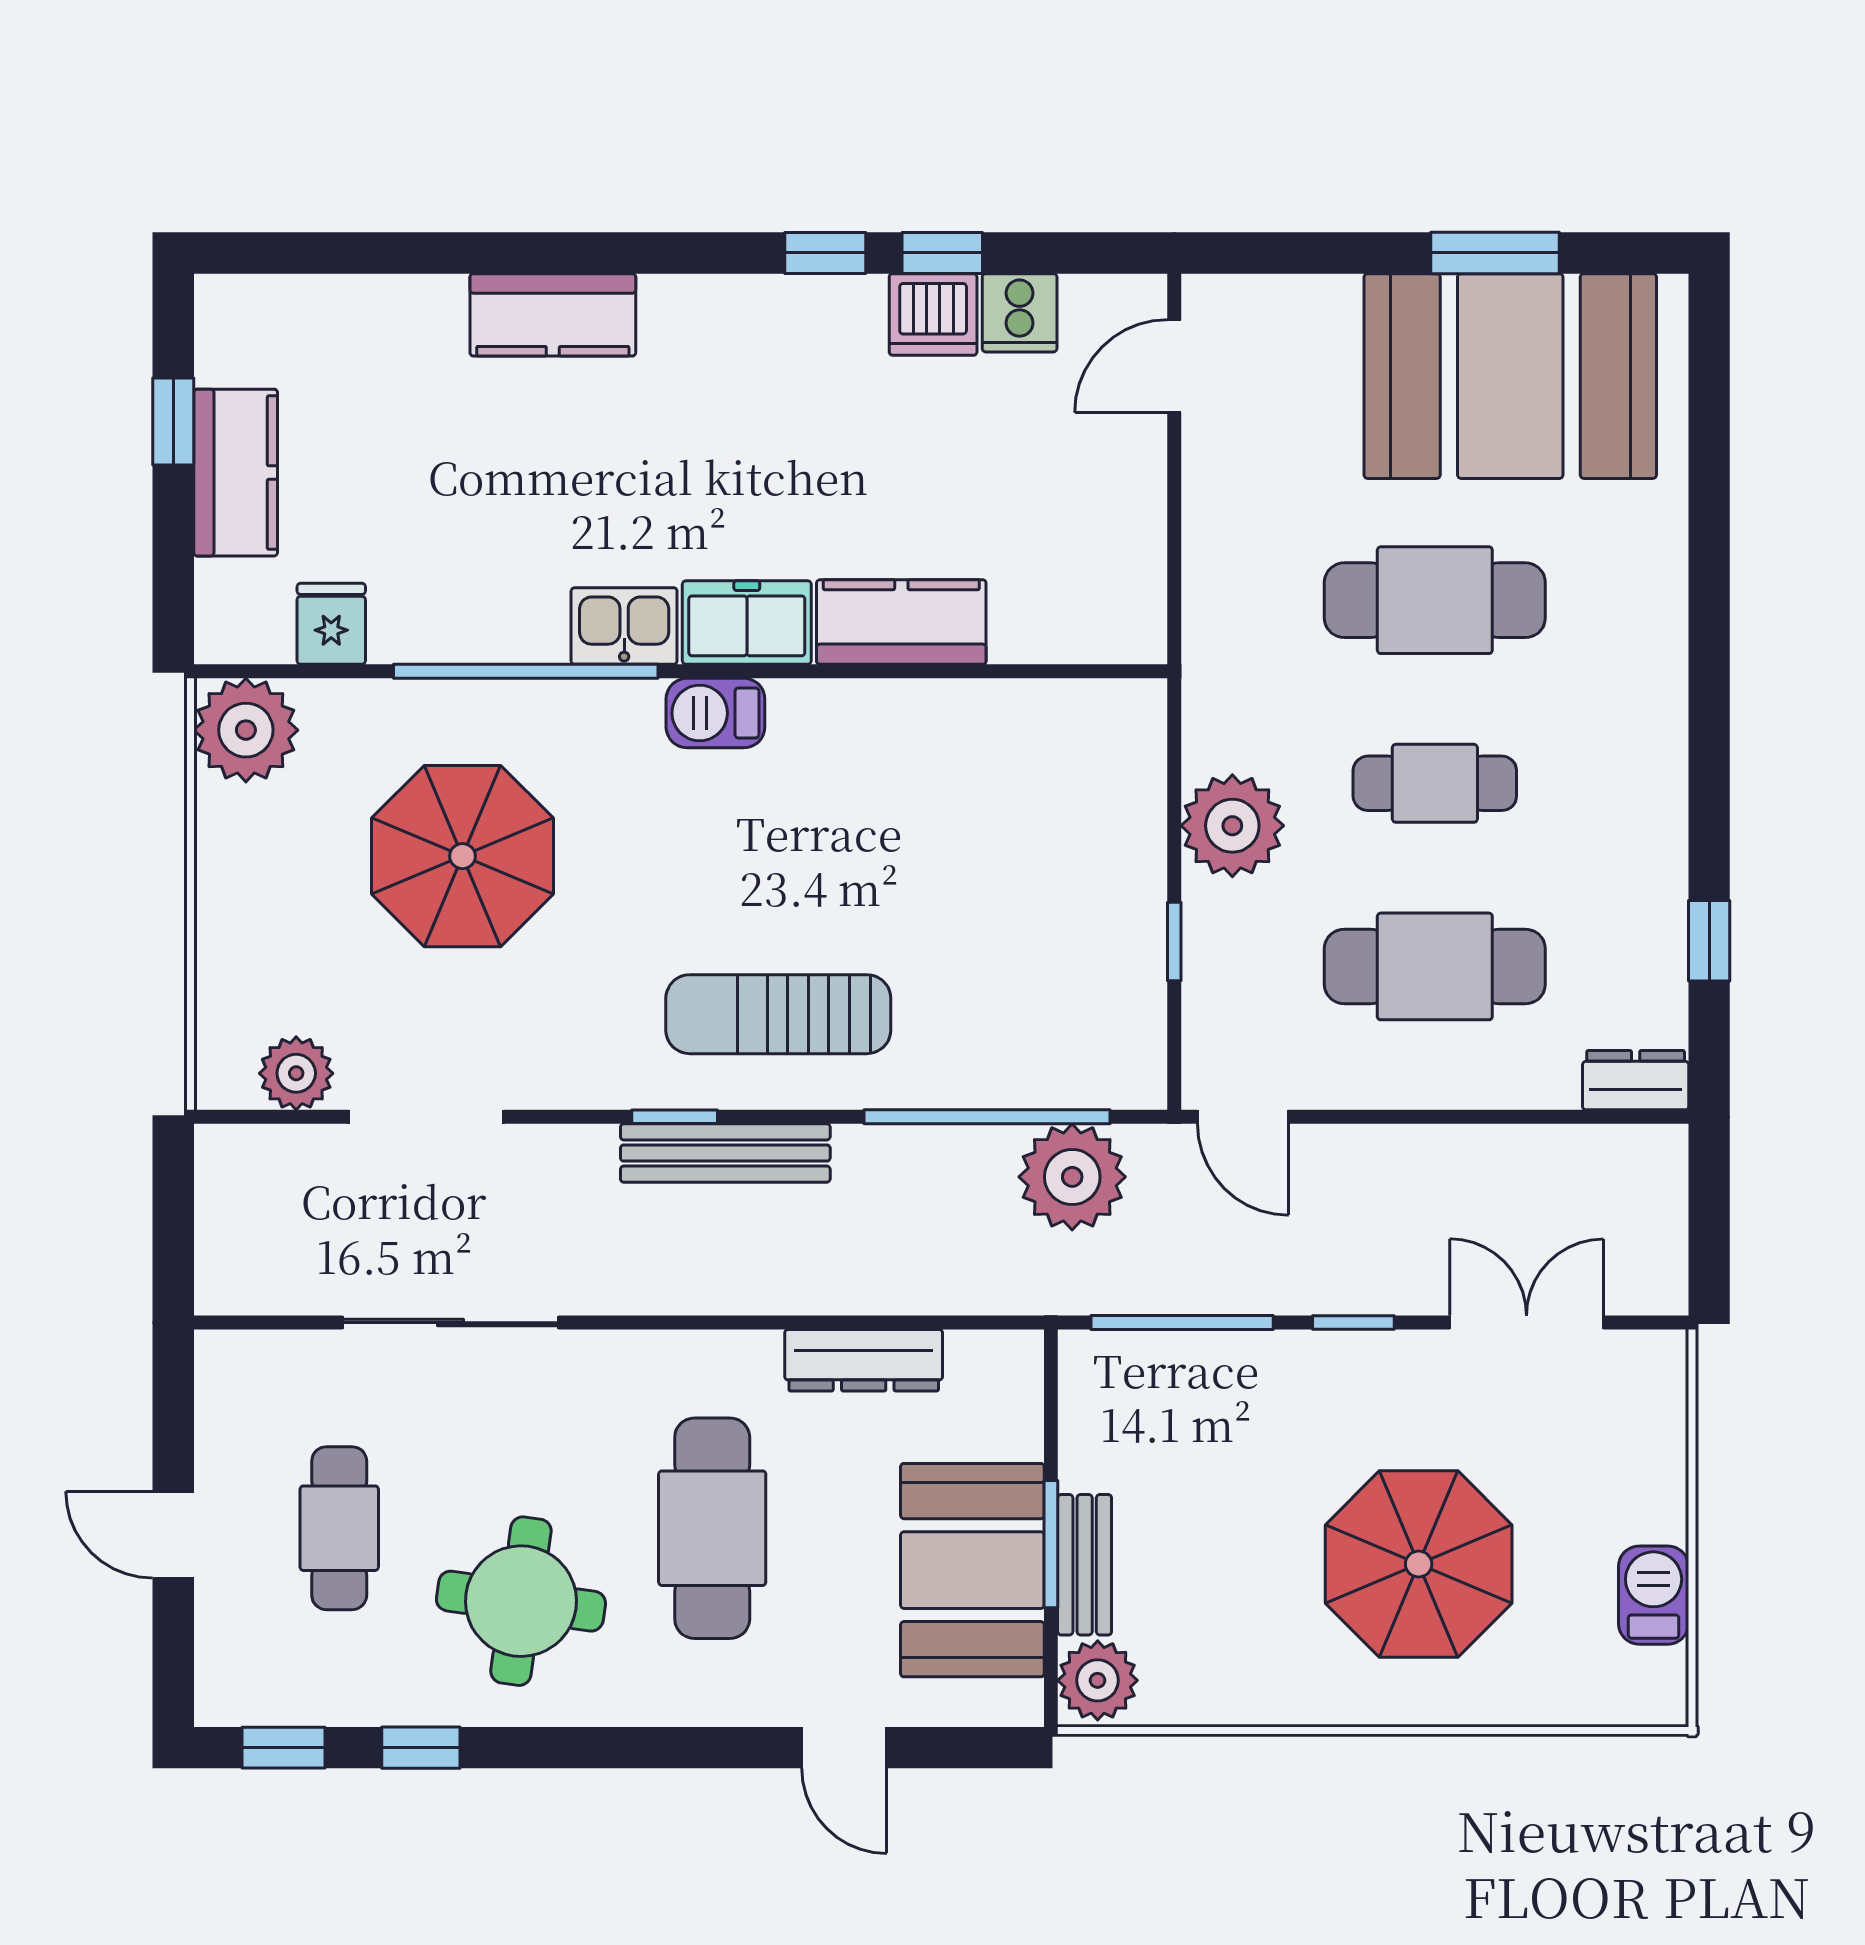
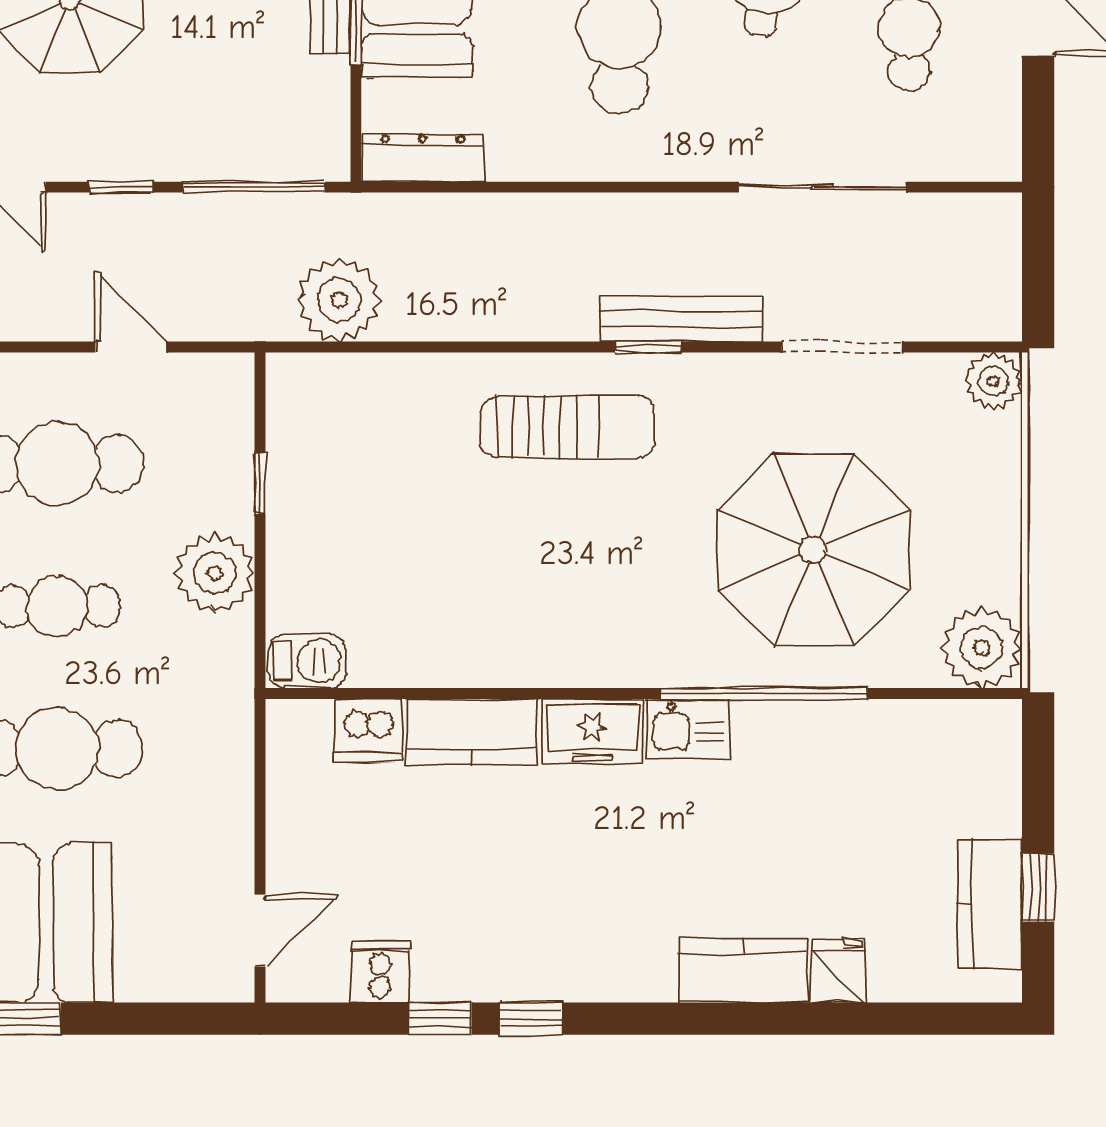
dishwasher: (933, 314) -> (368, 731), moved, turned 180
kitchen counter: (236, 473) -> (990, 904), moved
fridge: (331, 624) -> (838, 971), moved, turned 180
barbecue: (715, 713) -> (307, 661), moved
parasol: (462, 856) -> (813, 550), width x1.36, depth x1.36
plant: (296, 1073) -> (994, 381), moved
window: (987, 1117) -> (406, 347), removed
door: (1243, 1117) -> (131, 347), moved
bench: (725, 1153) -> (681, 319), moved
dresser: (864, 1360) -> (422, 158), moved

